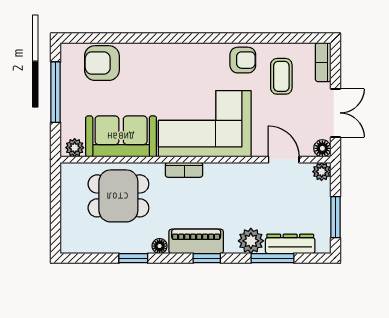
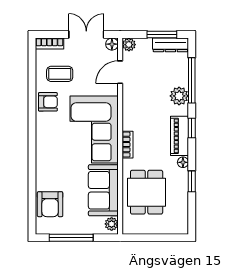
armchair: (243, 60) -> (48, 102), turned 90
dresser: (290, 244) -> (170, 45), moved, turned -90
window: (272, 258) -> (192, 80), width x1.44

